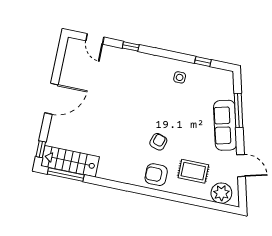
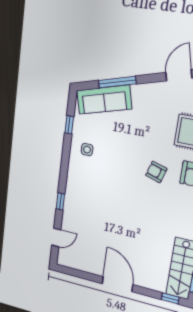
sofa: (225, 125) -> (104, 100), moved

